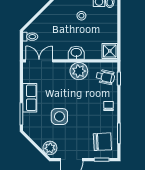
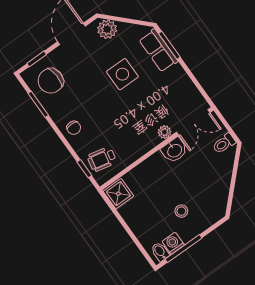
washbasin: (76, 53) -> (174, 150), moved
plant: (79, 71) -> (164, 132), moved, width x0.53, depth x0.53
row of seats: (30, 98) -> (158, 50), moved

